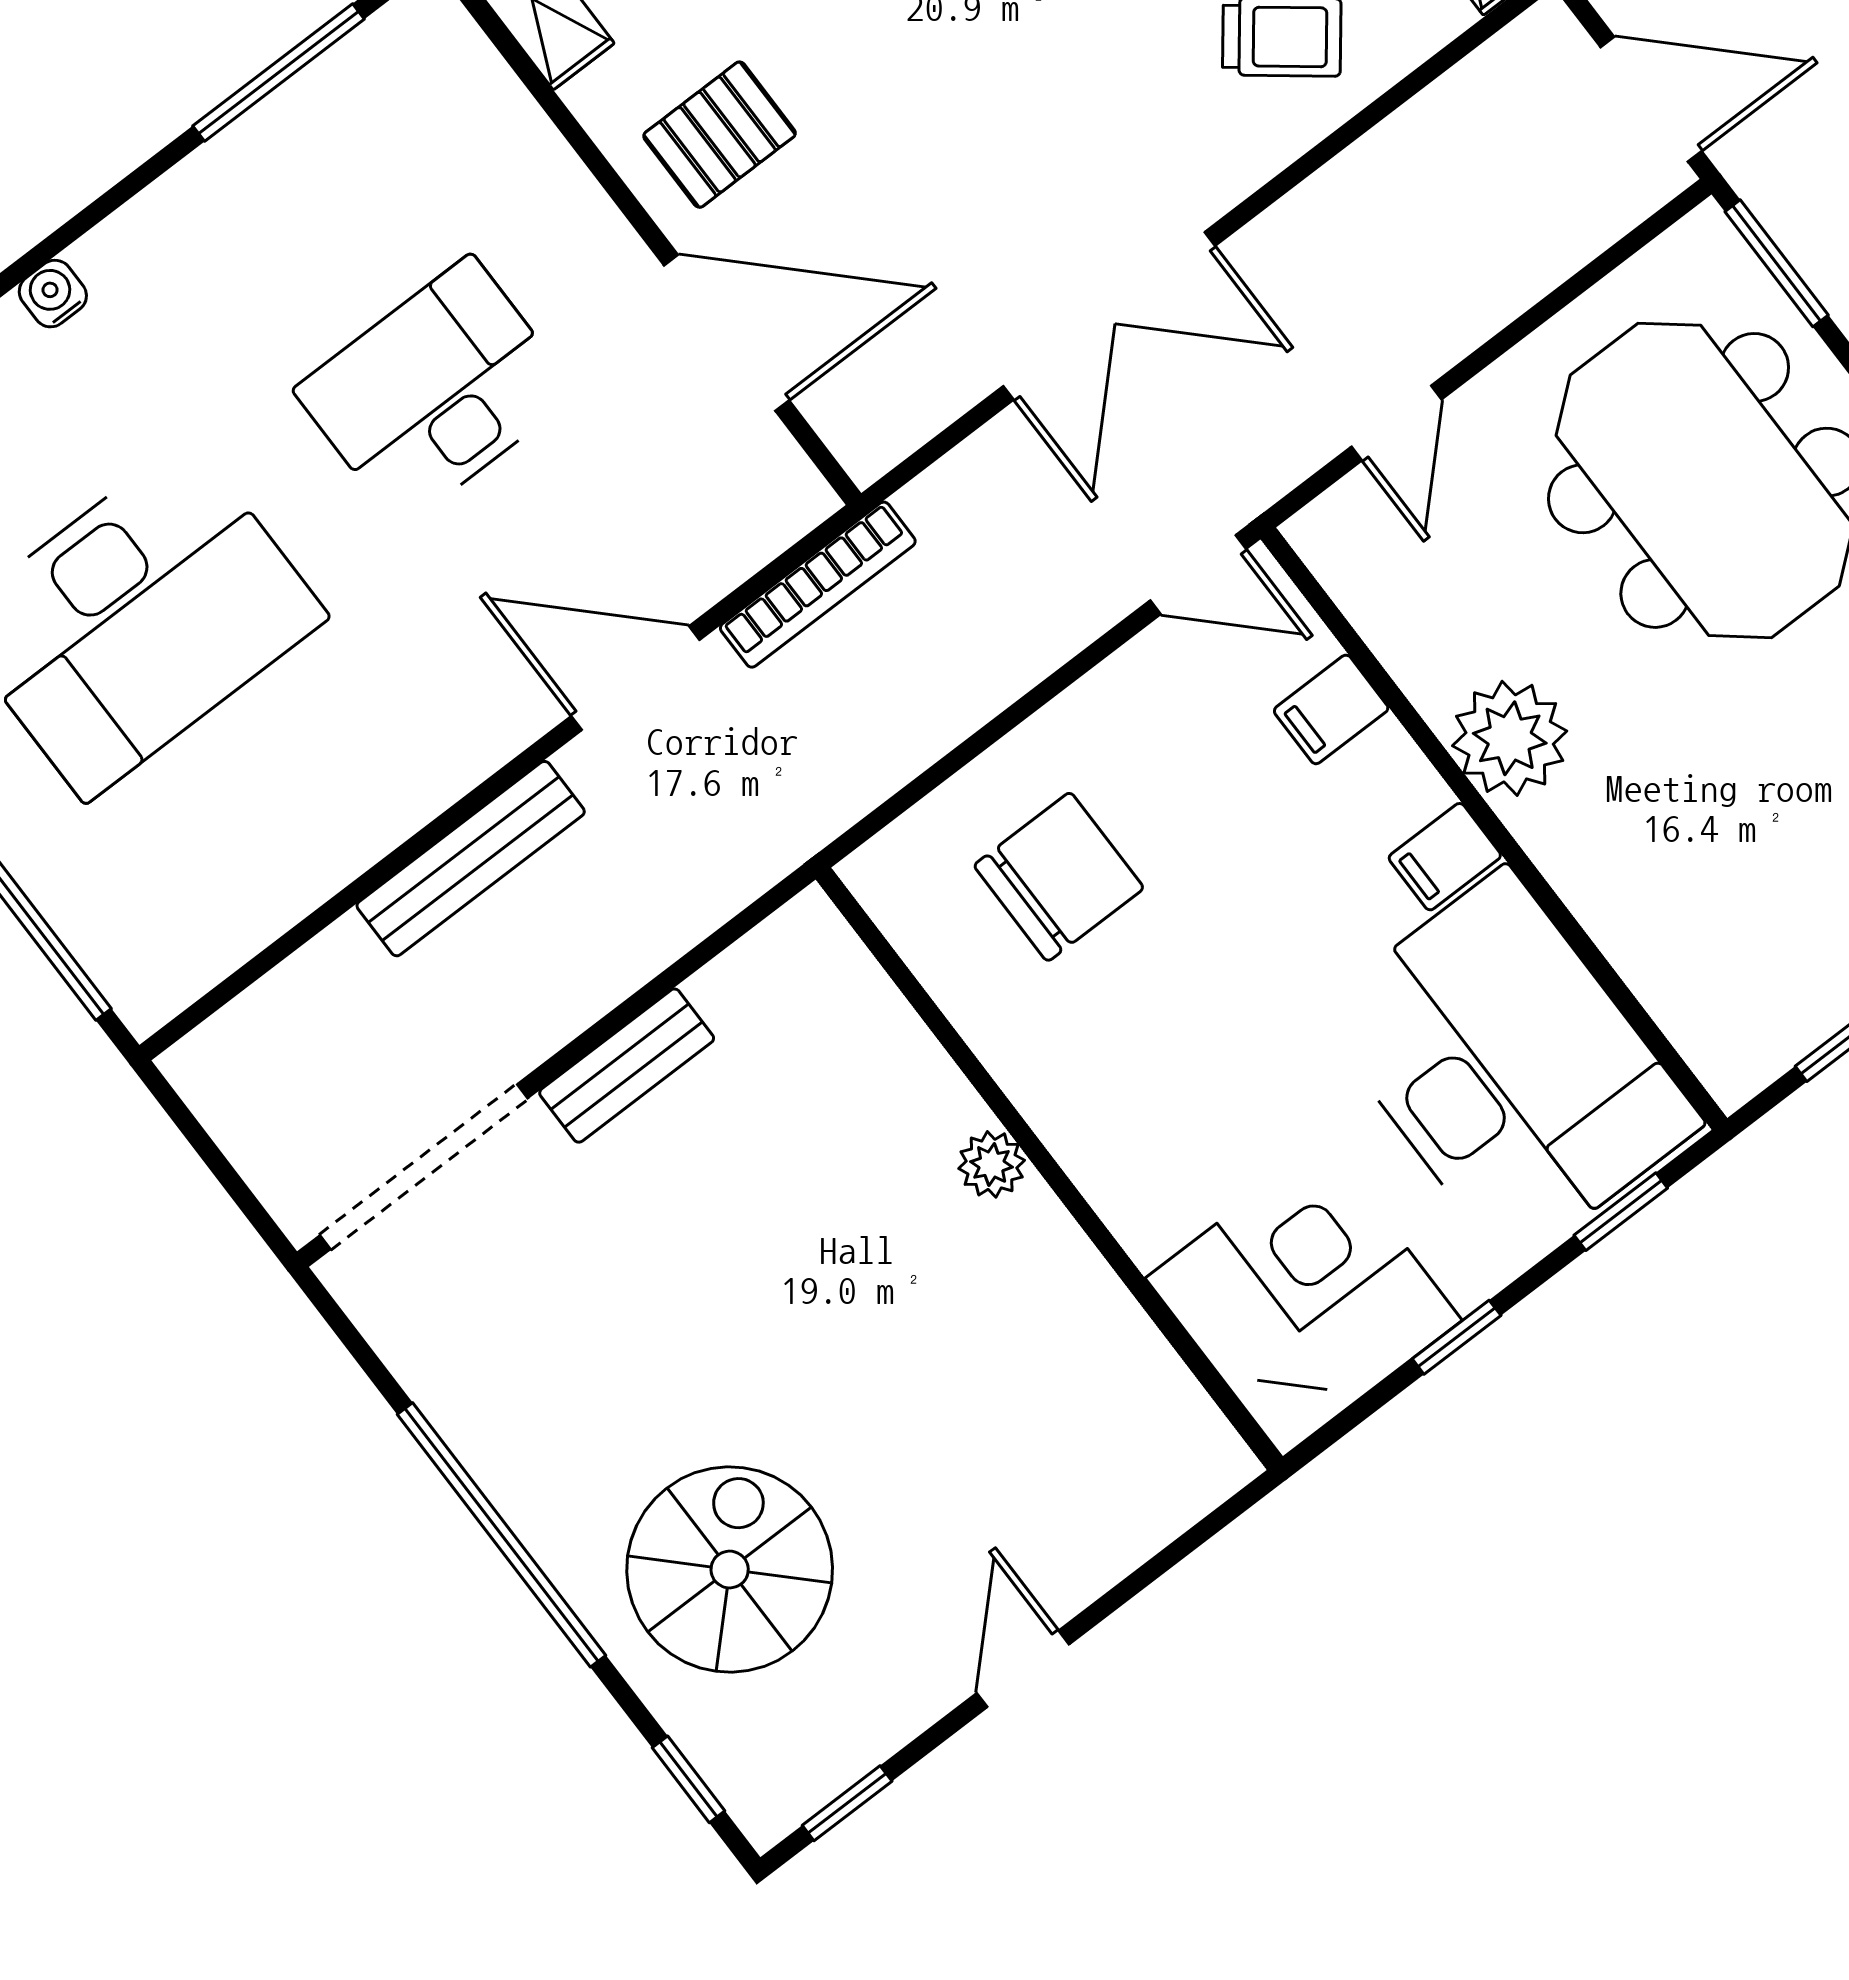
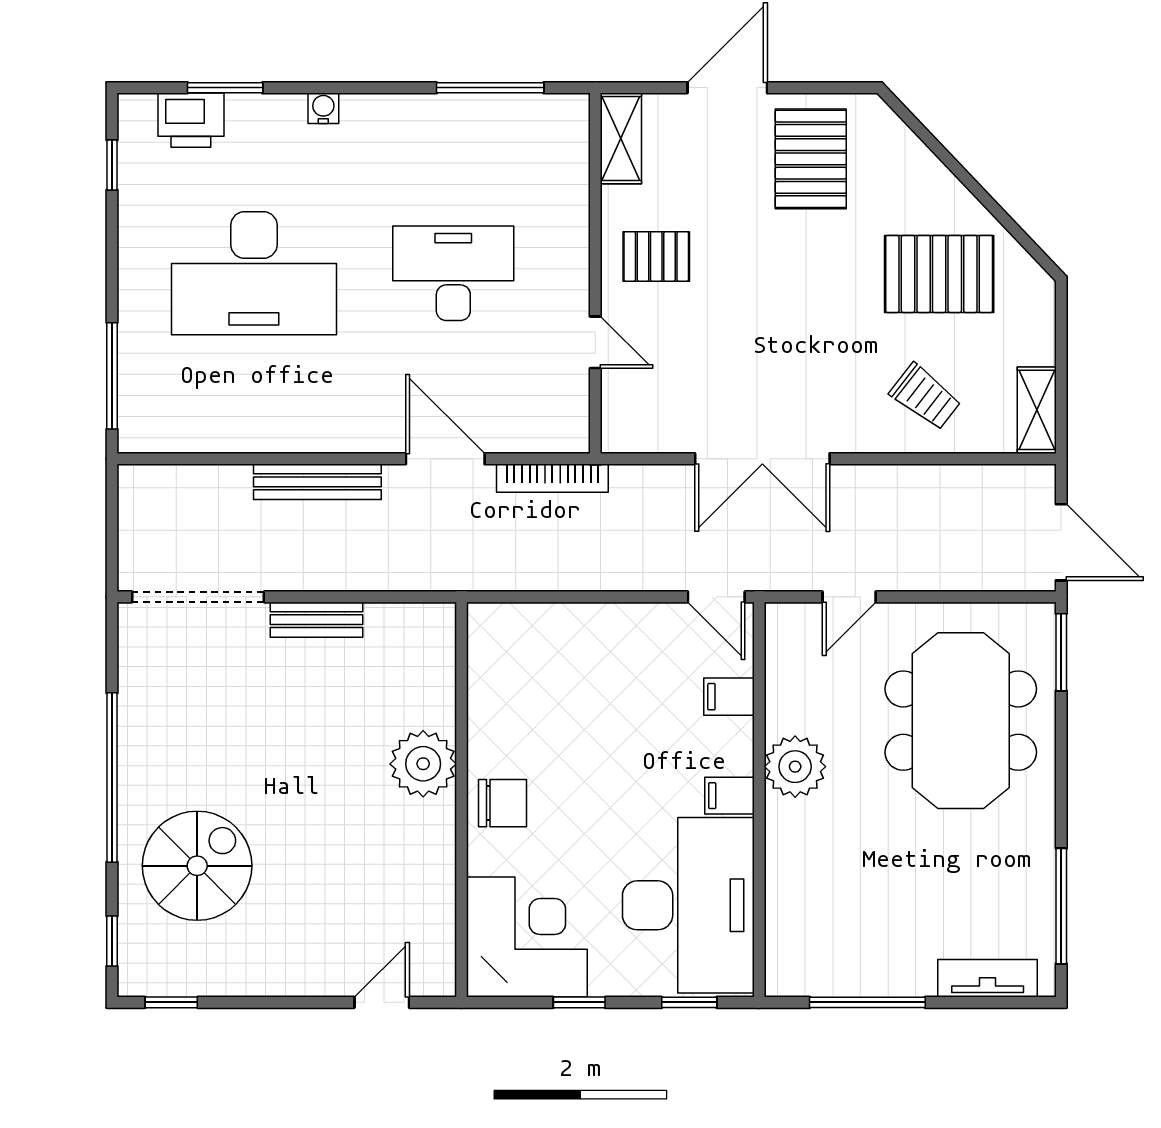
door: (727, 333) -> (595, 342), width x0.53
chair: (1059, 877) -> (503, 803), moved, width x0.73, depth x0.73
plant: (992, 1164) -> (423, 764), width x1.87, depth x1.87
door: (1023, 1669) -> (382, 1002), moved

